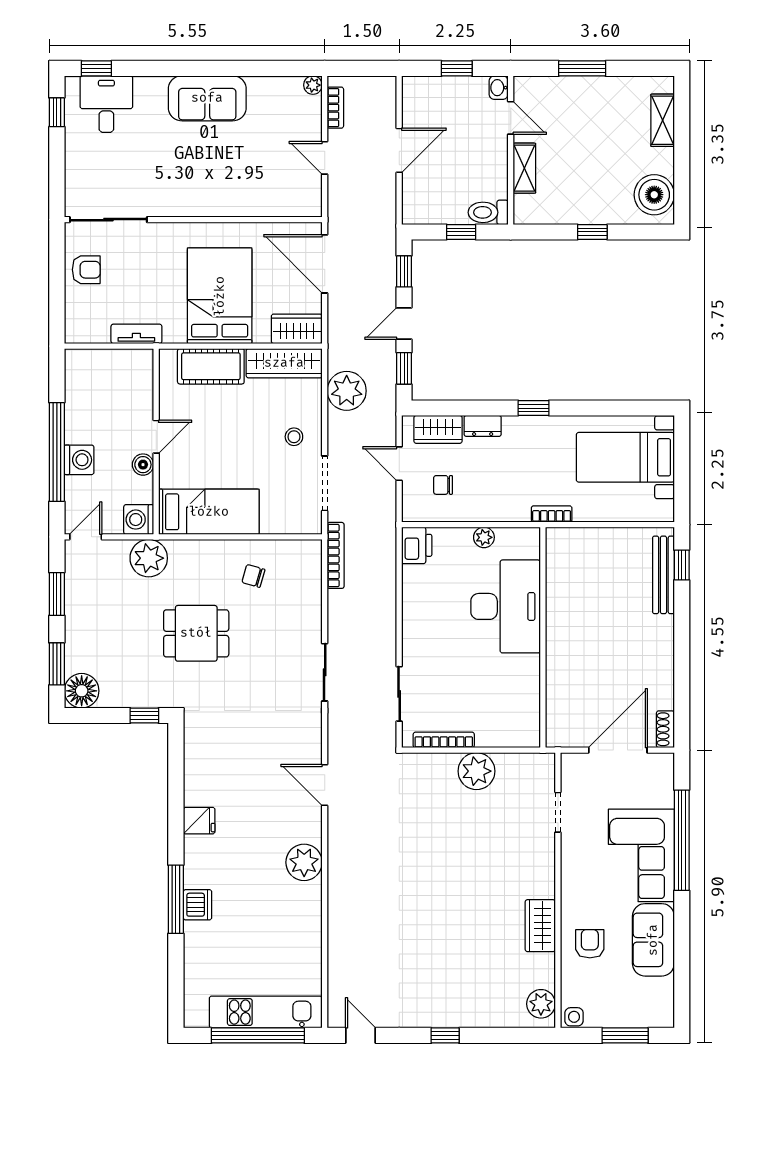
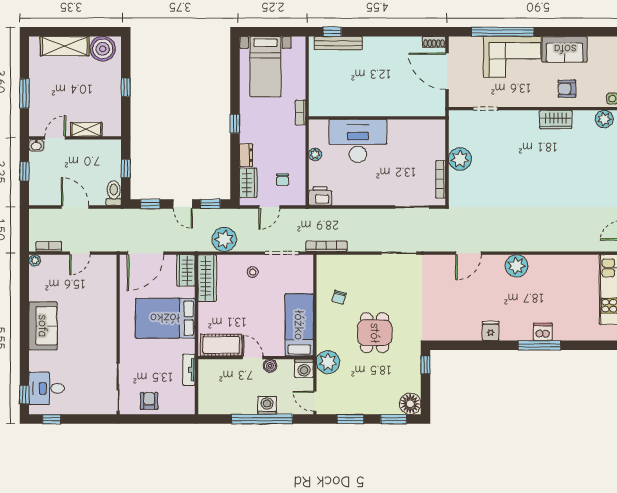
shelving: (663, 120) -> (65, 46), width x1.50, depth x1.33
toilet: (488, 212) -> (114, 193), moved, turned 180
cot: (211, 366) -> (221, 345), moved, turned 90

